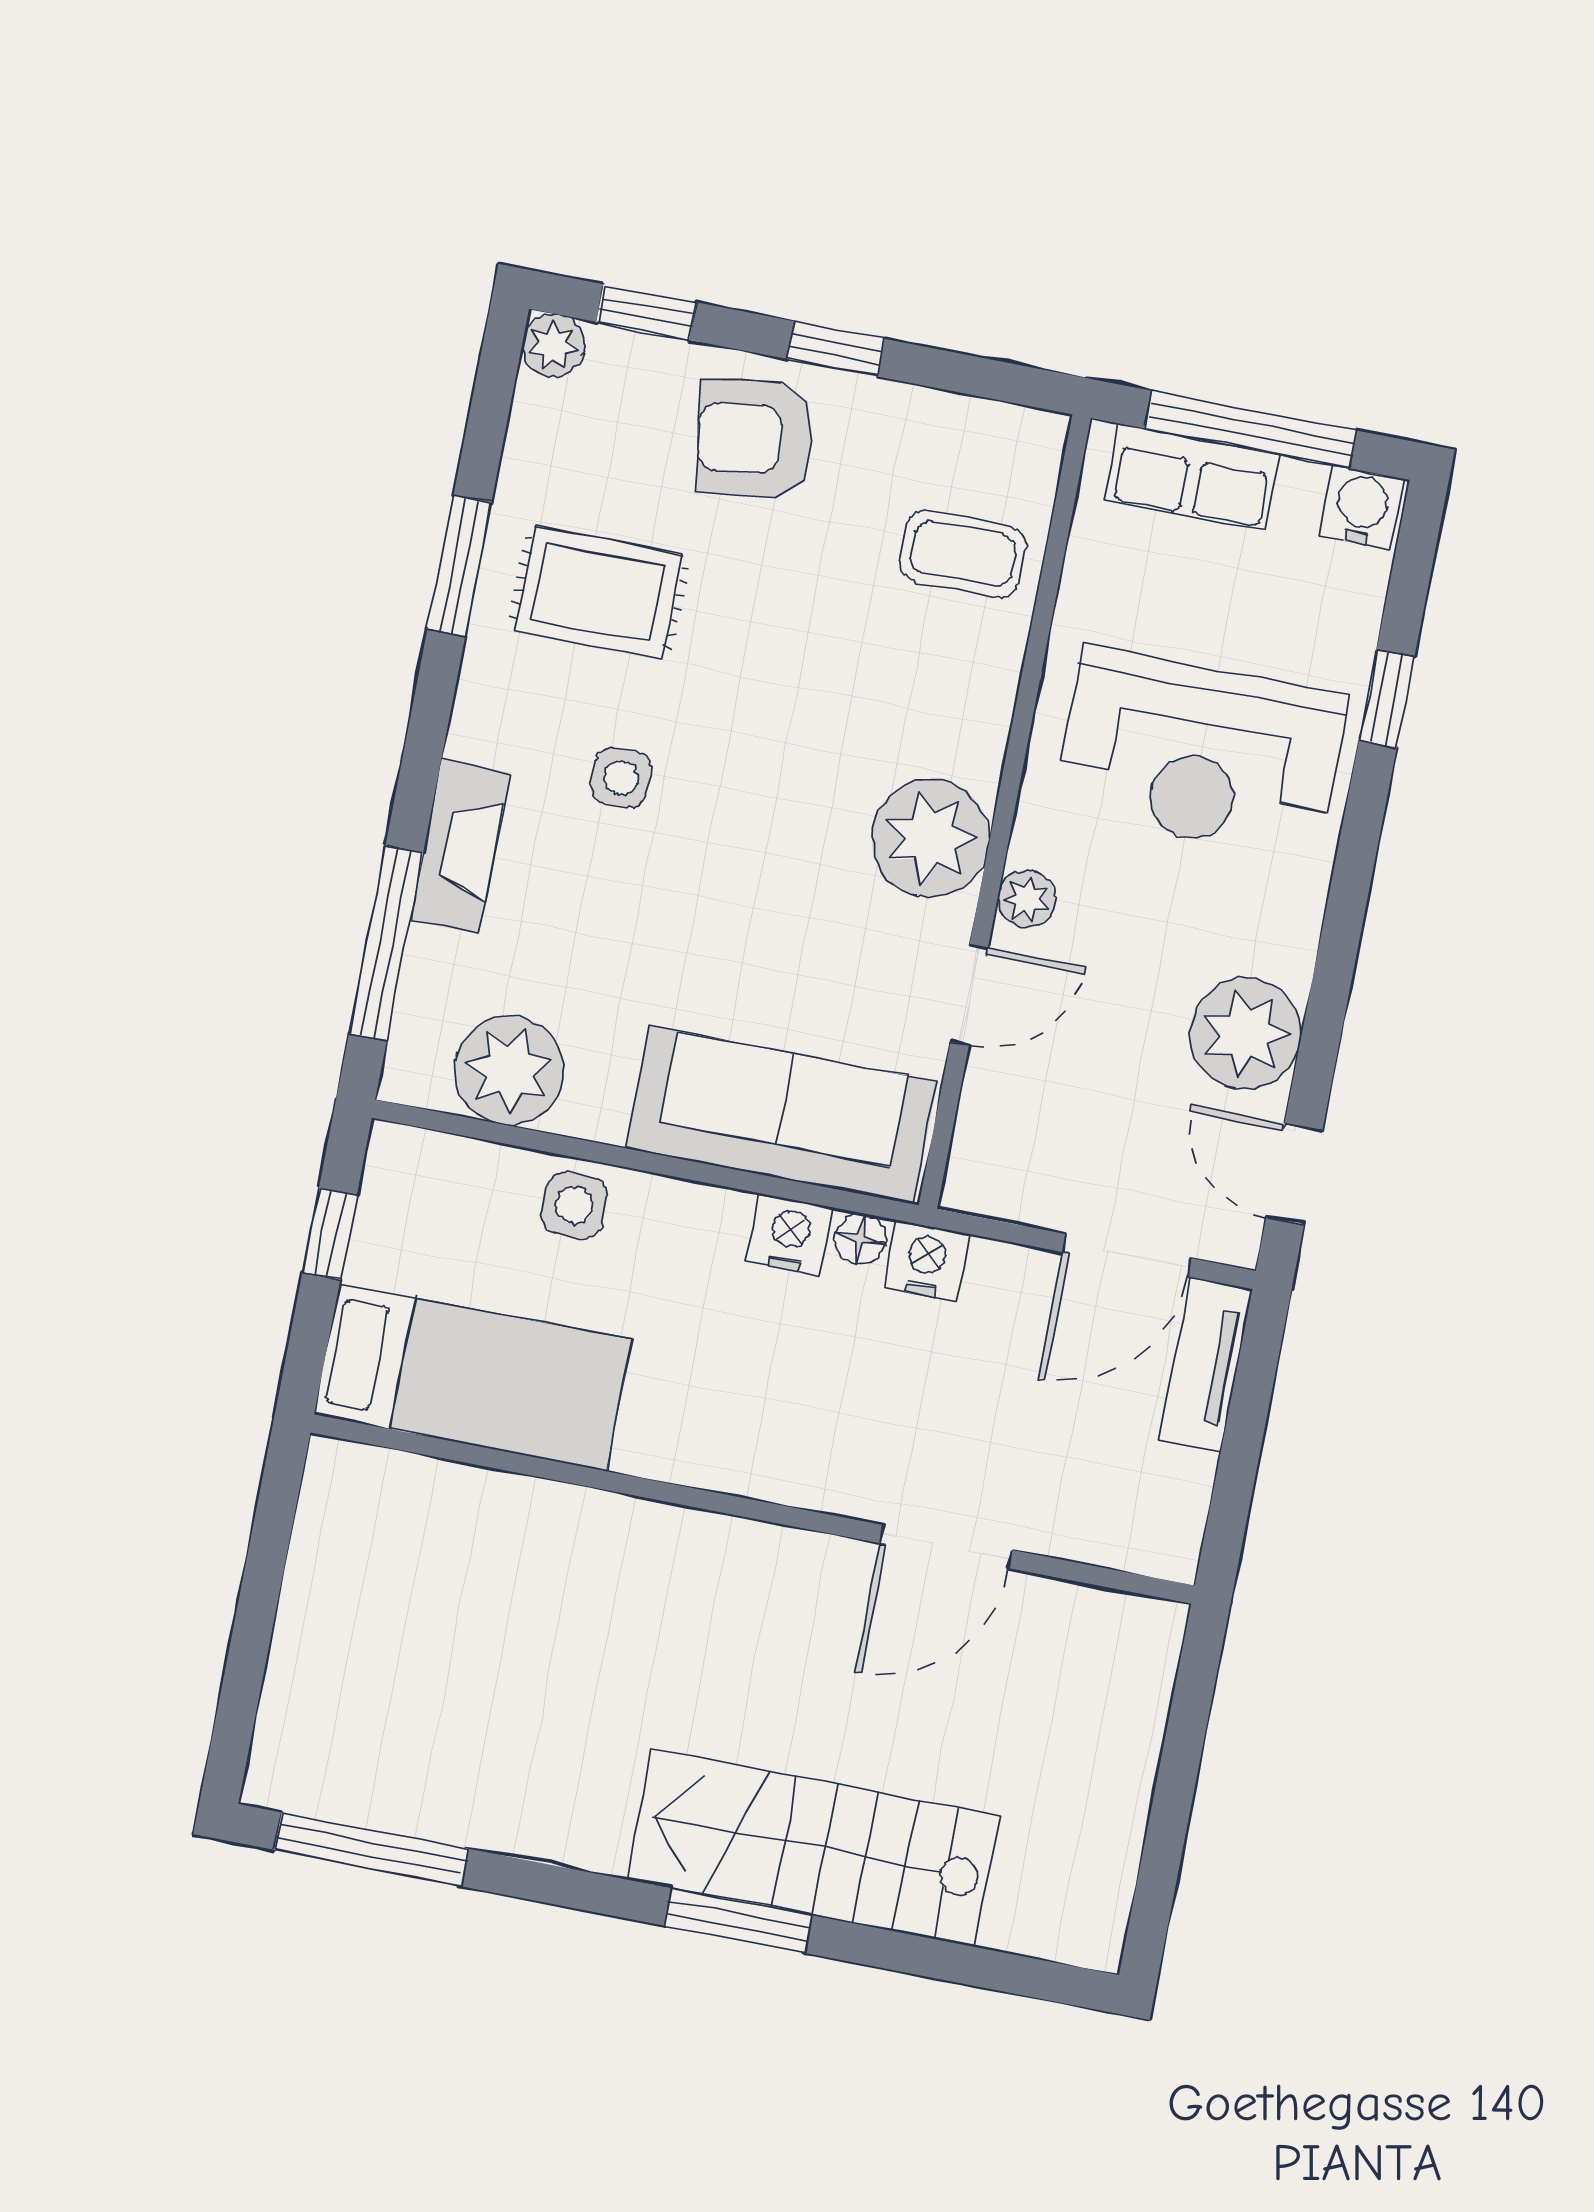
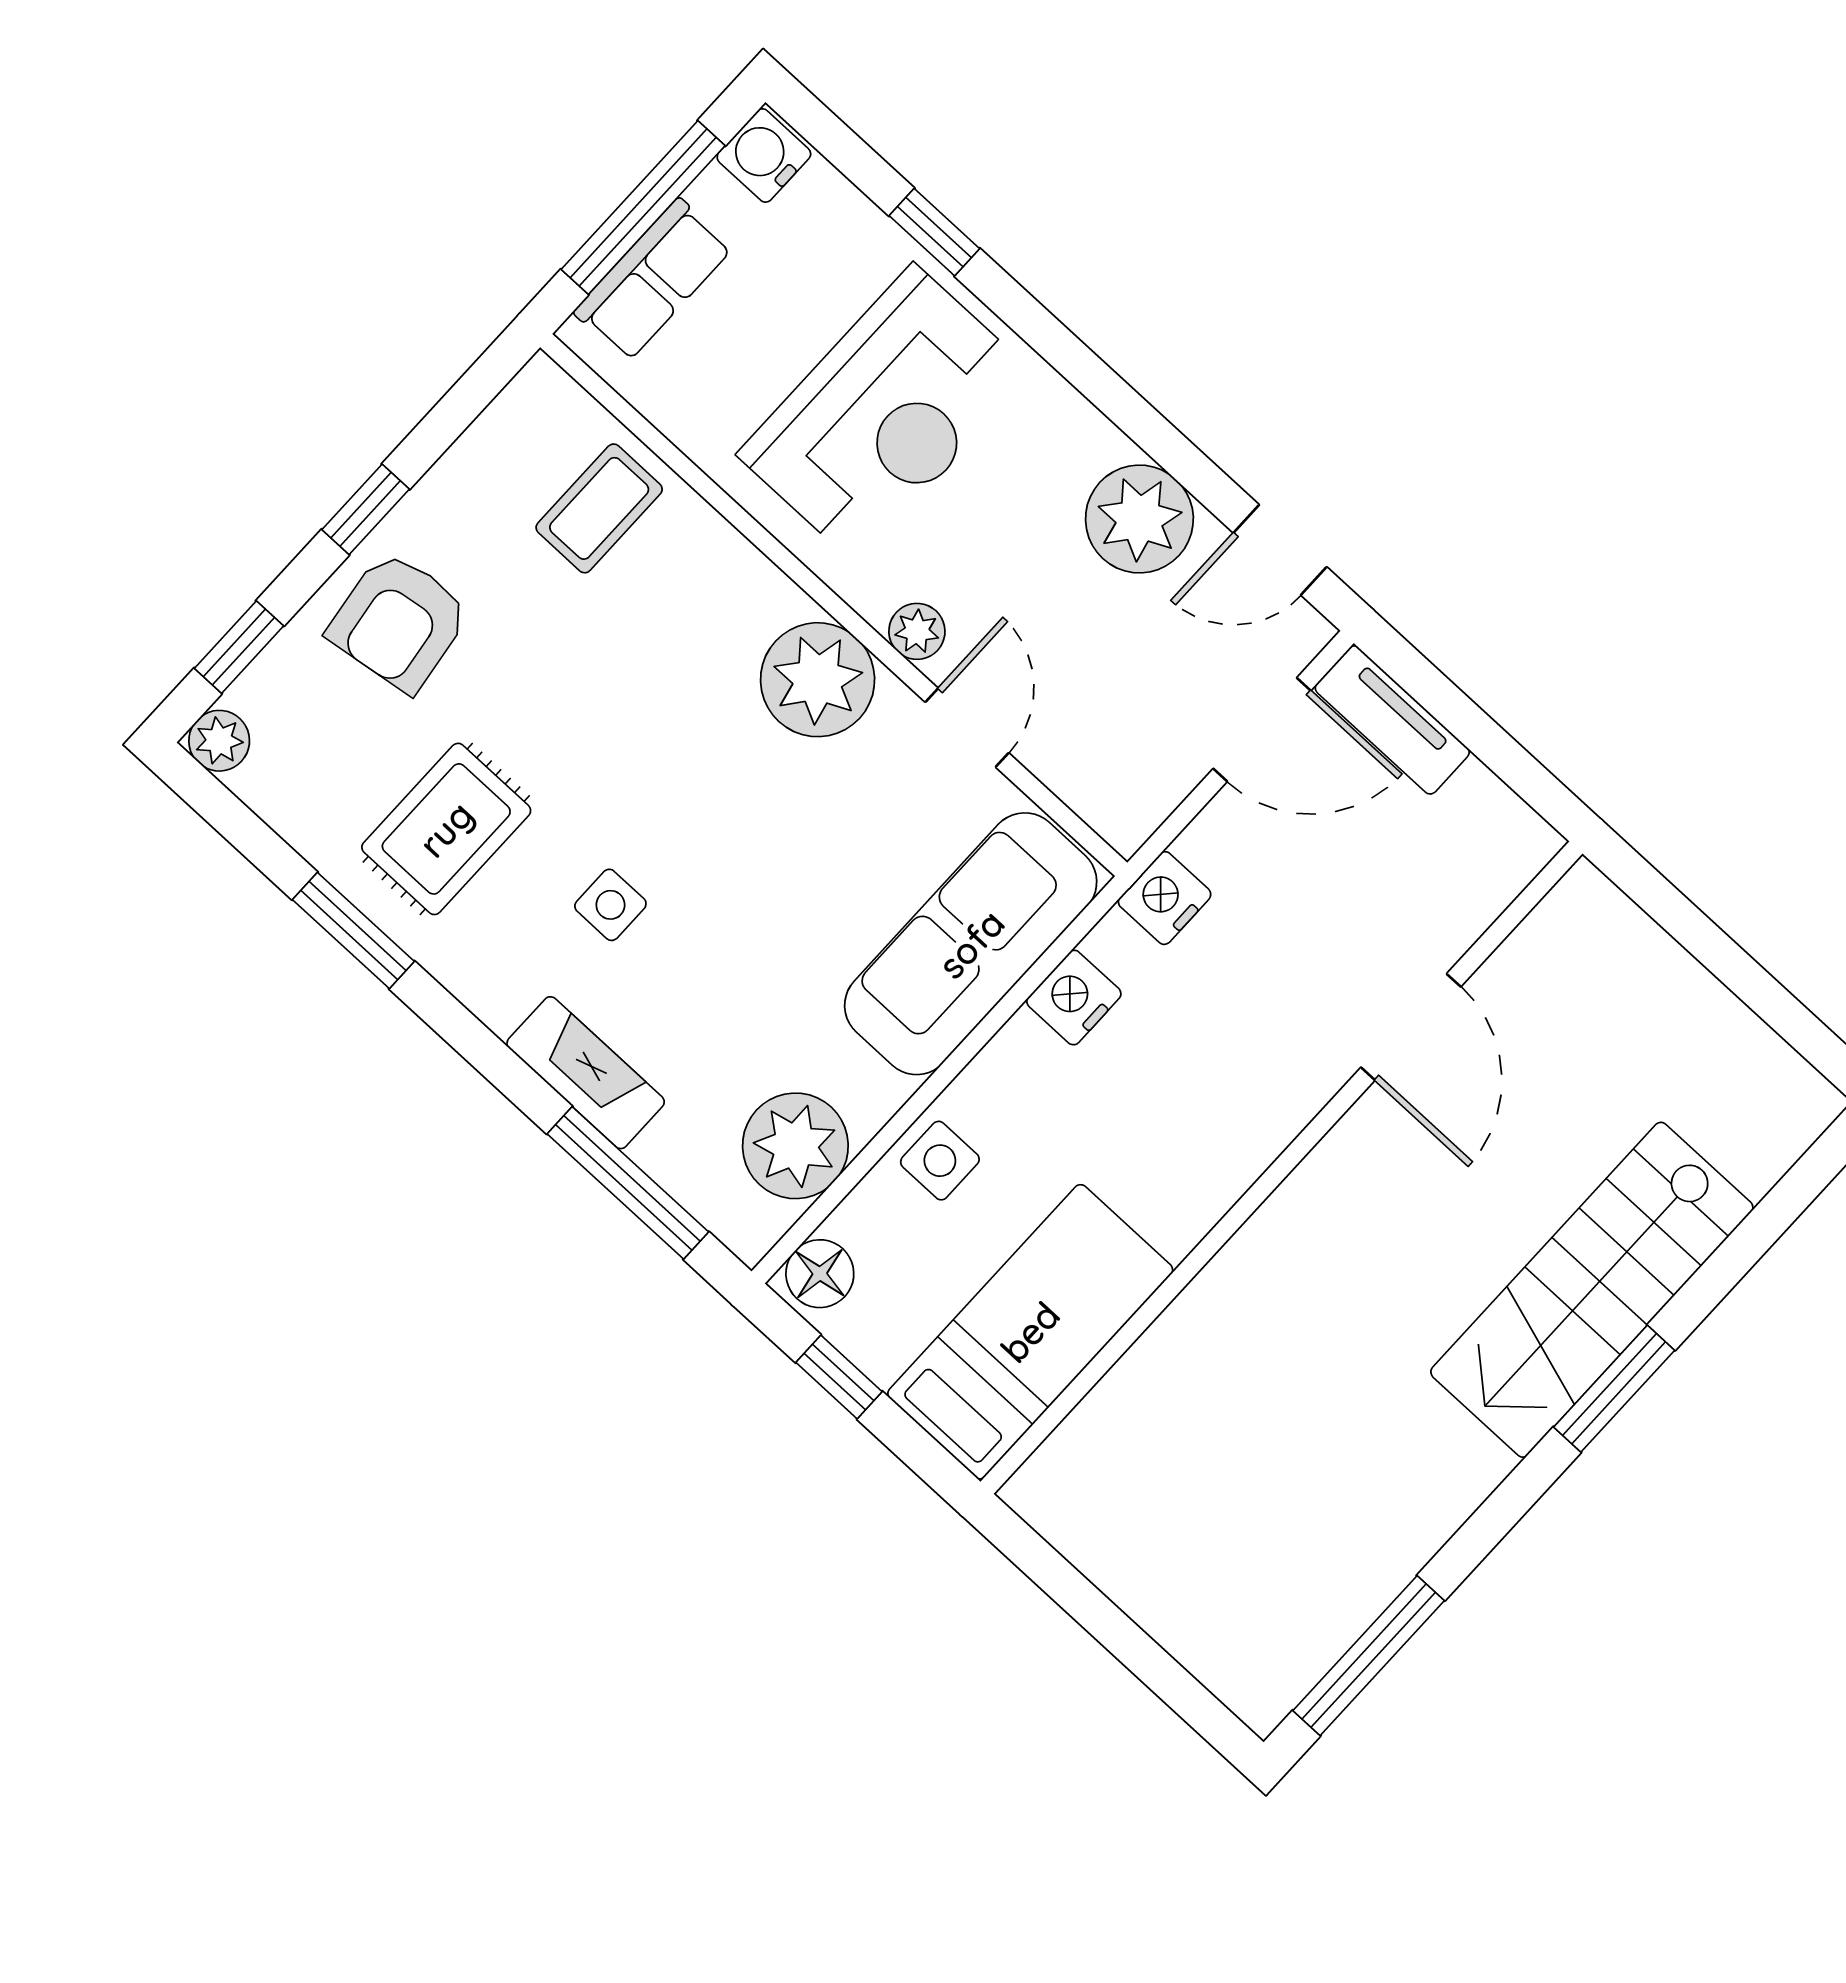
floor lamp: (860, 1239) -> (820, 1274), moved, width x1.37, depth x1.37
door: (1127, 1255) -> (1262, 730), hinge flipped

